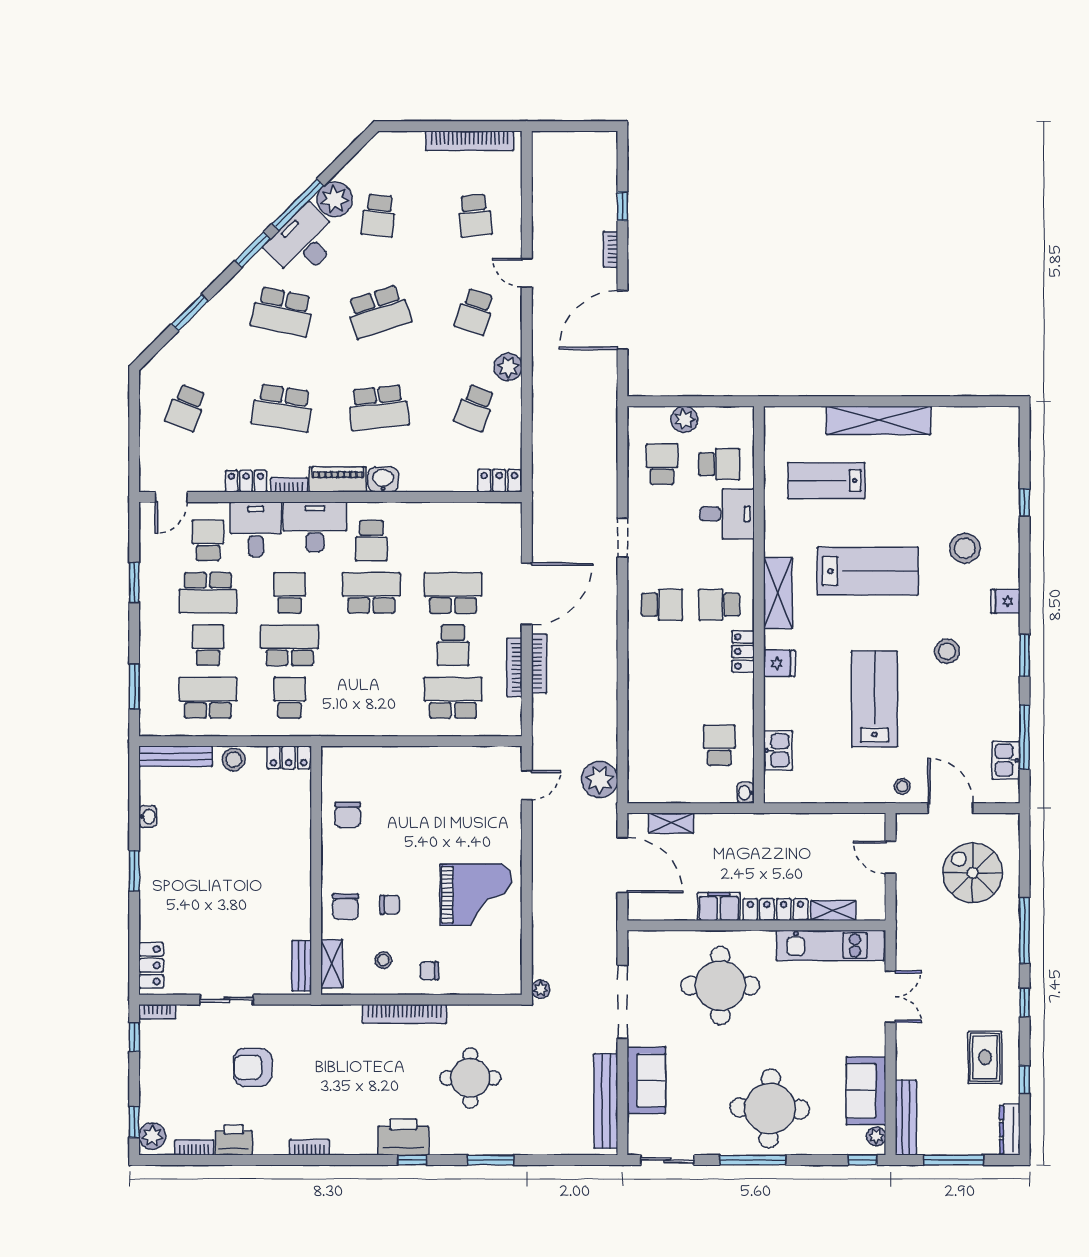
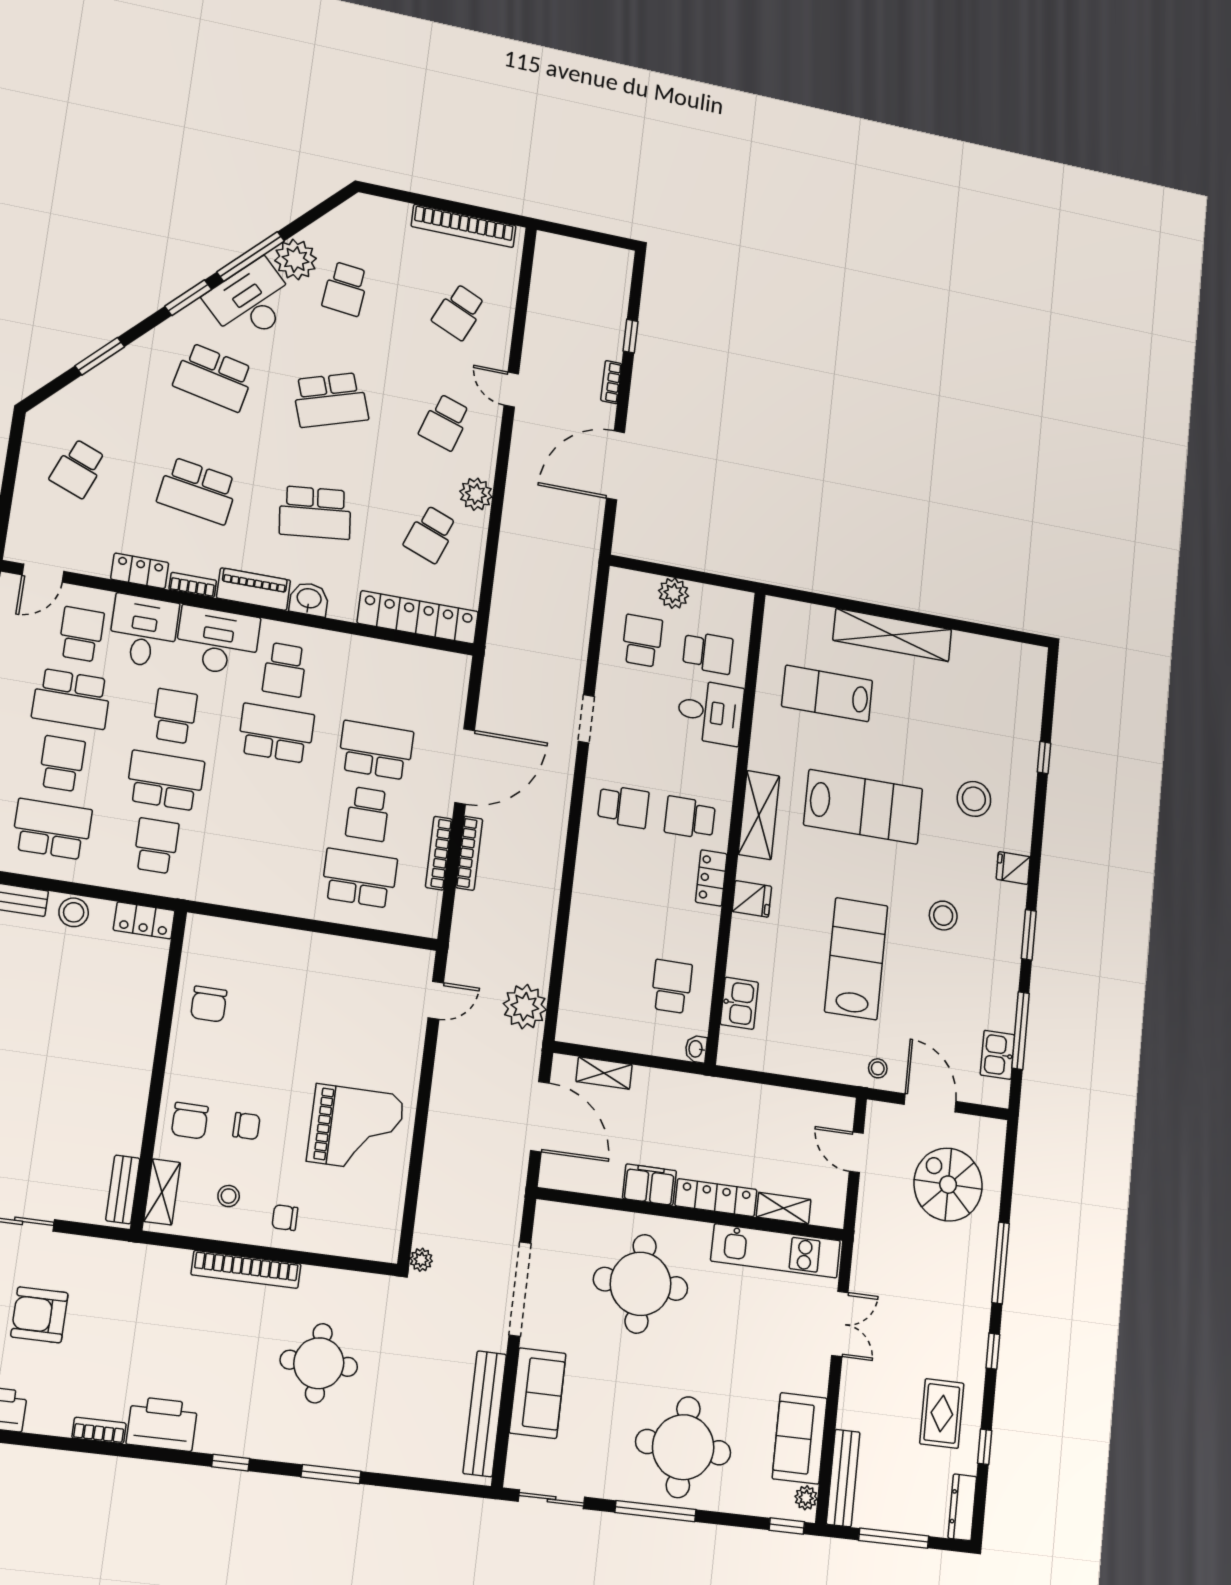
school desk: (475, 215) -> (459, 312), turned 30
locker: (499, 481) -> (418, 617), width x2.16, depth x1.21
printer: (403, 1137) -> (162, 1424), moved

